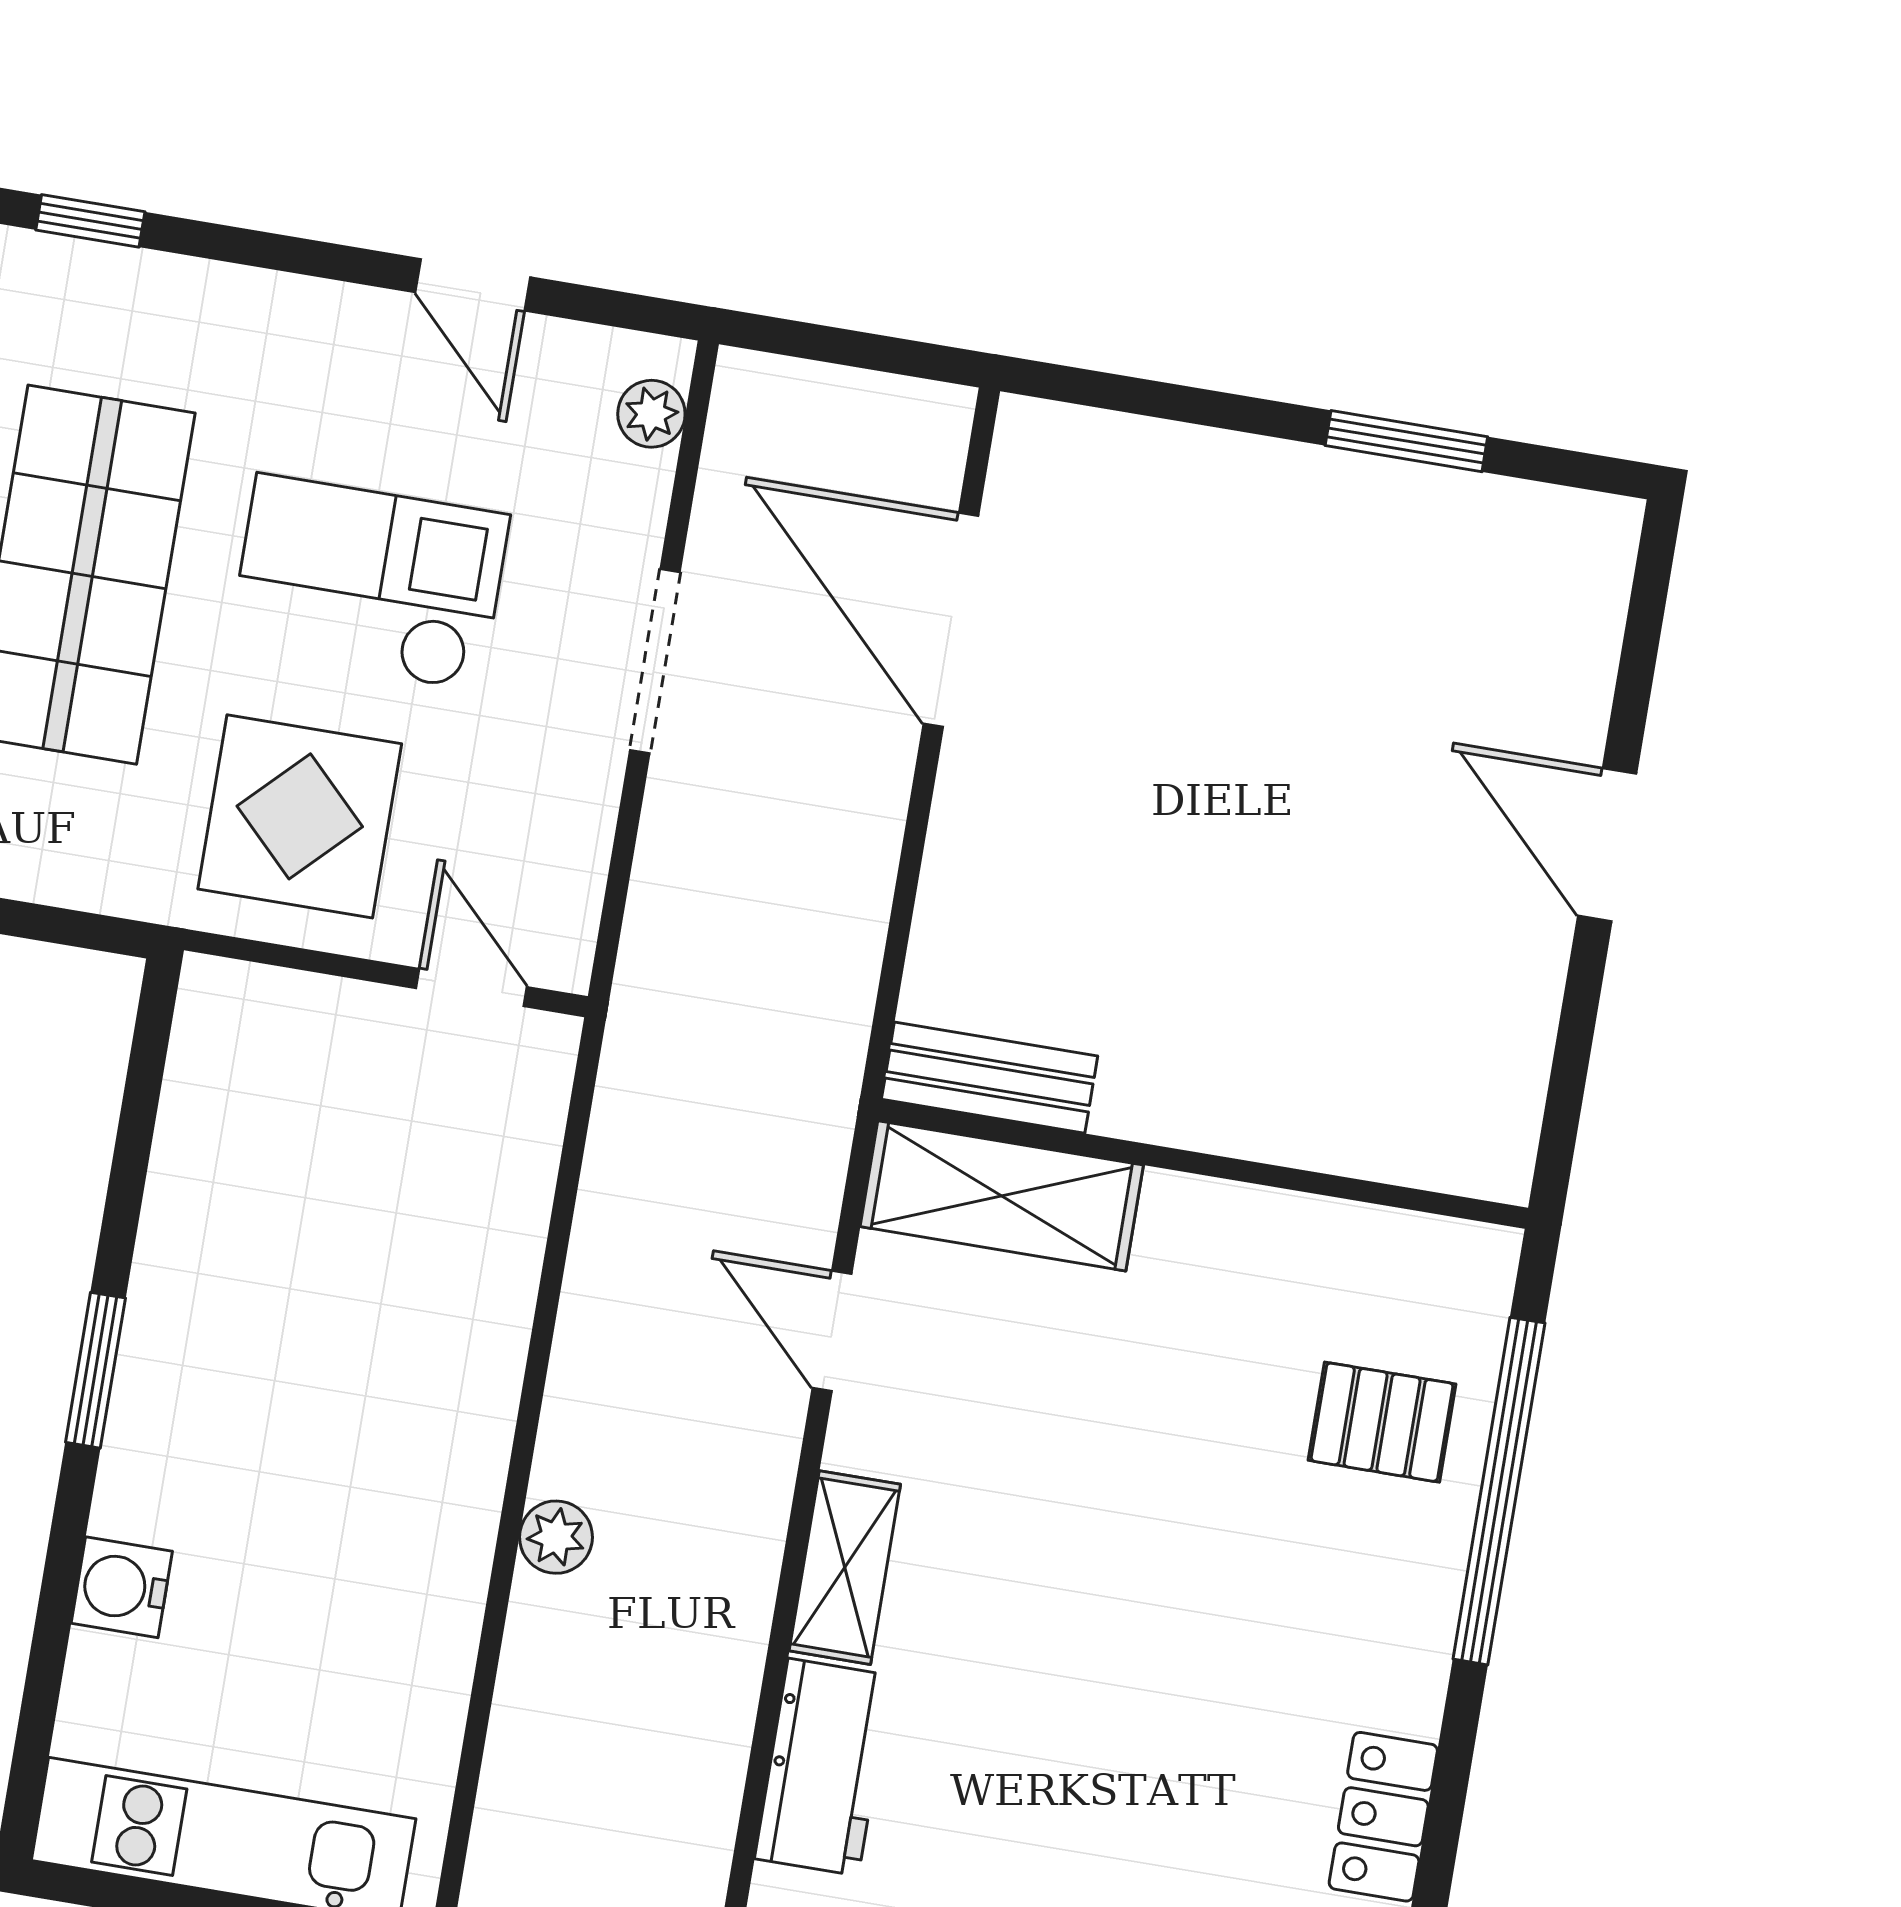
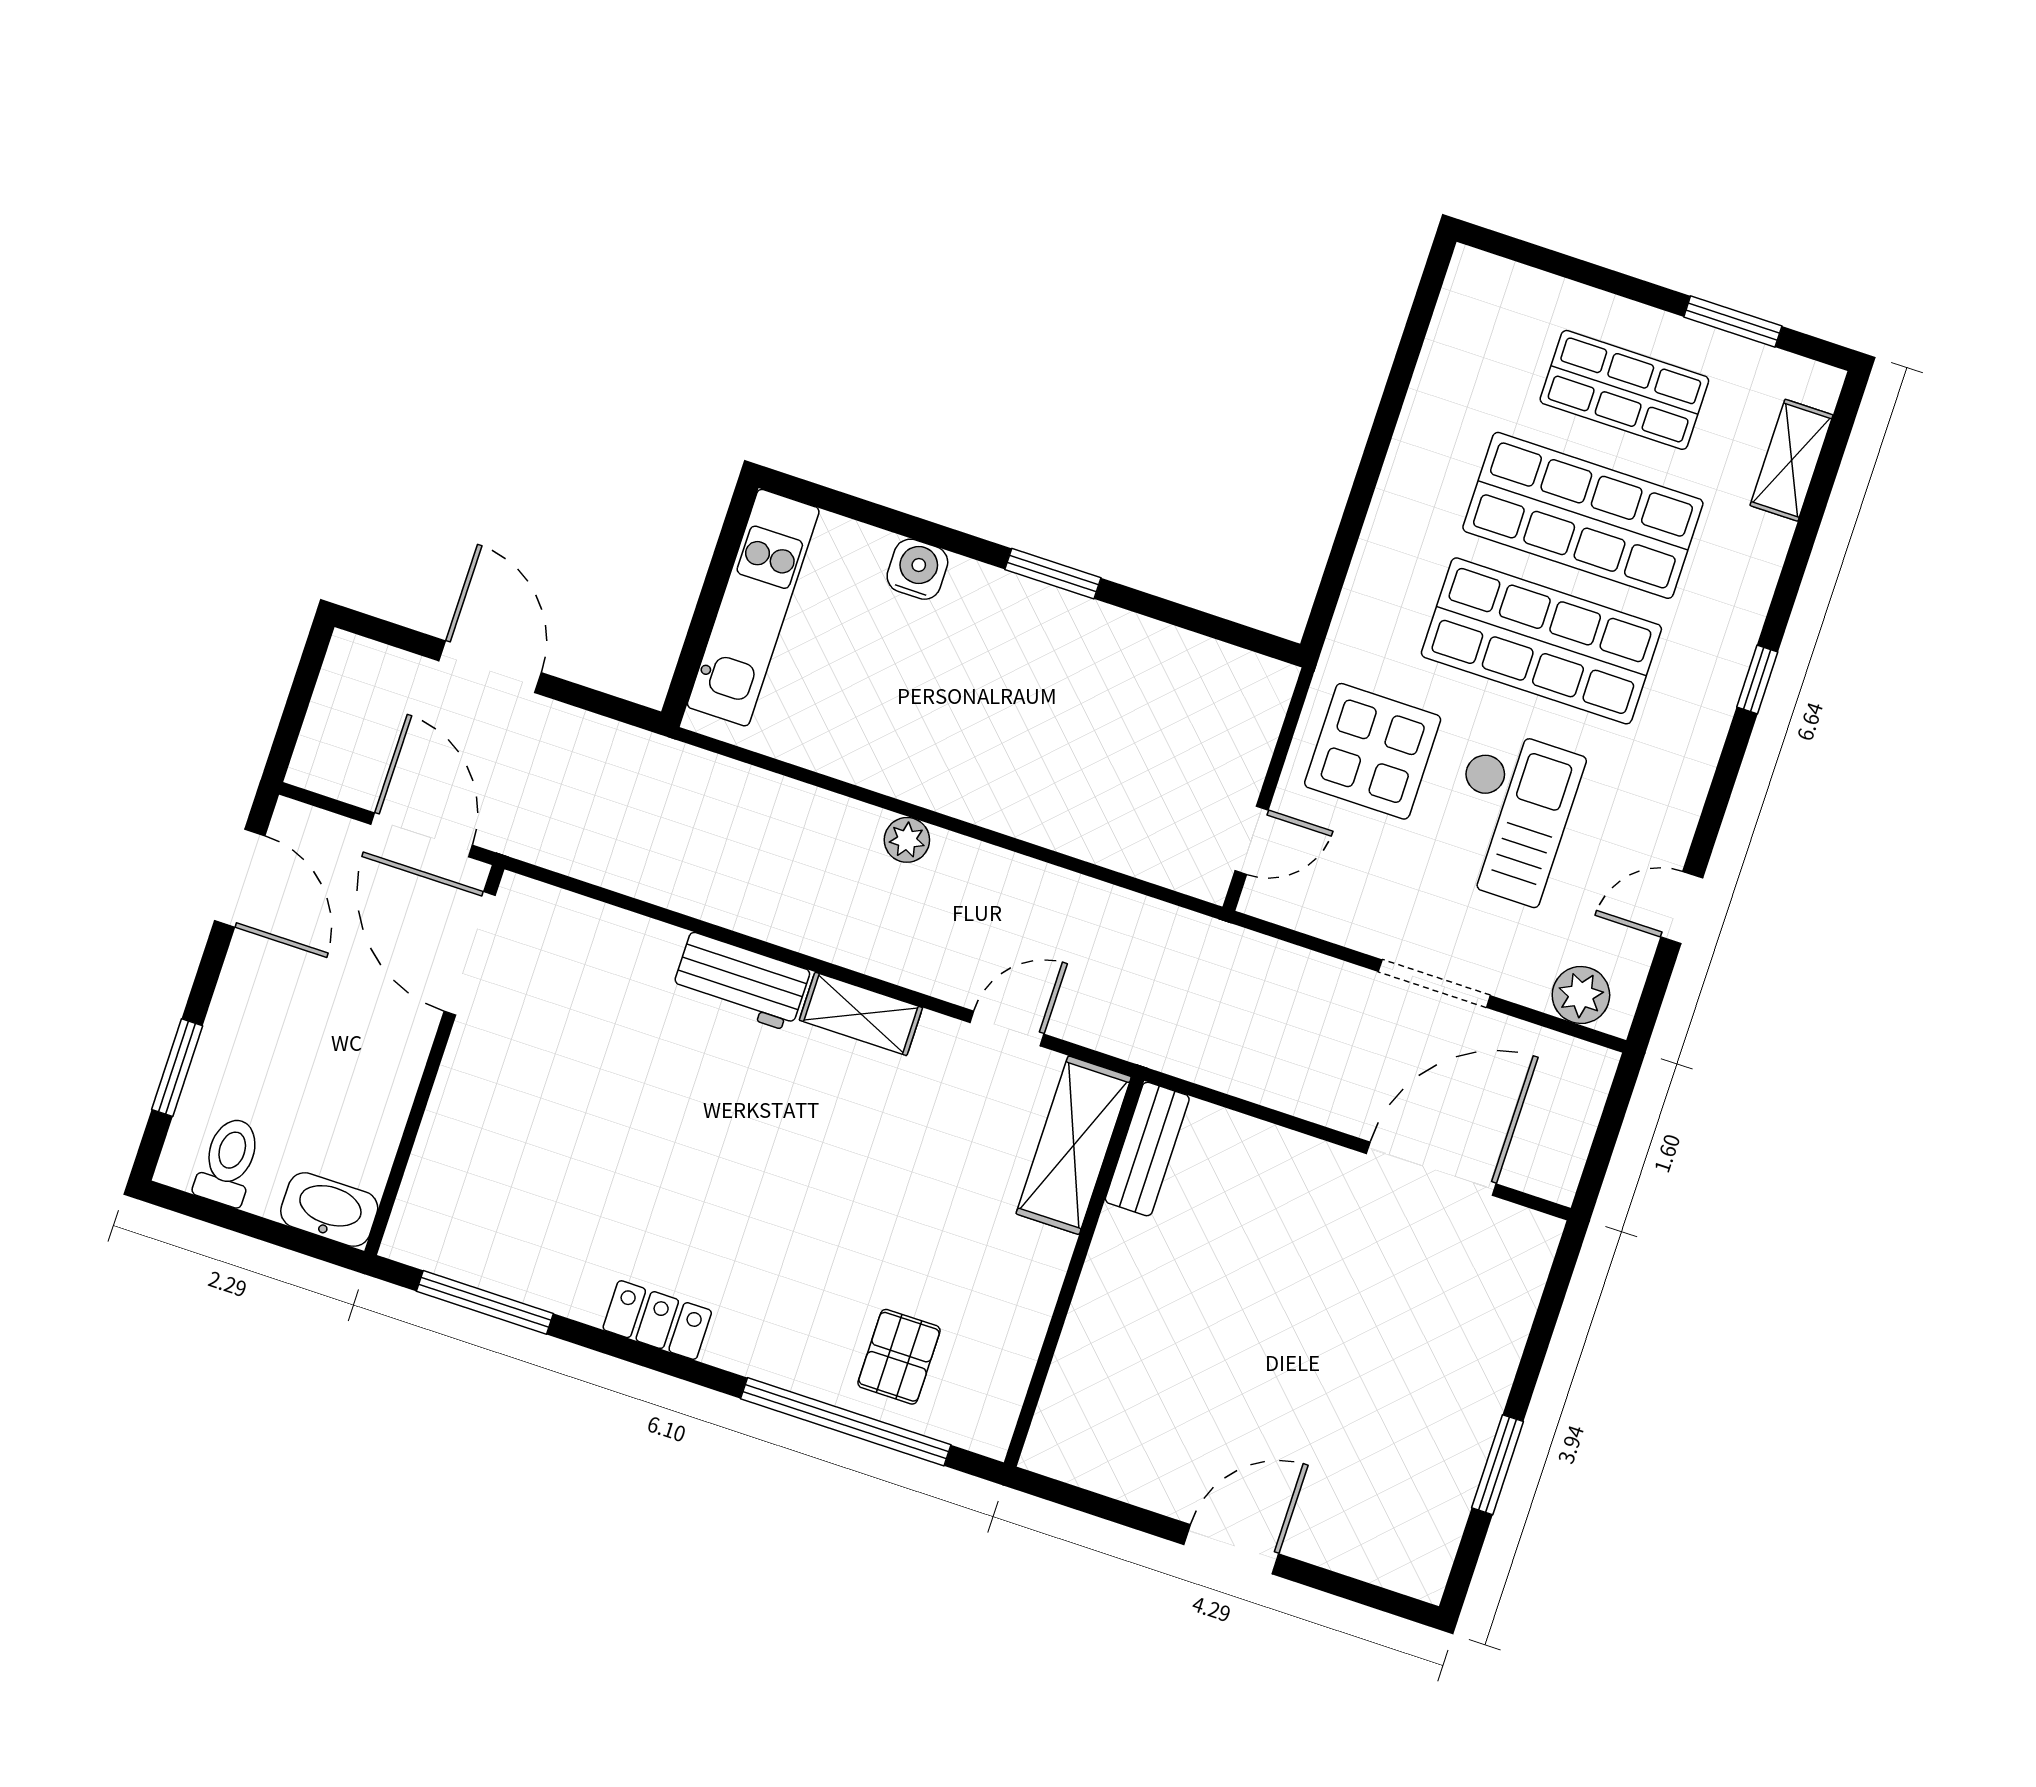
plant: (651, 414) -> (1581, 995), width x1.38, depth x1.38

